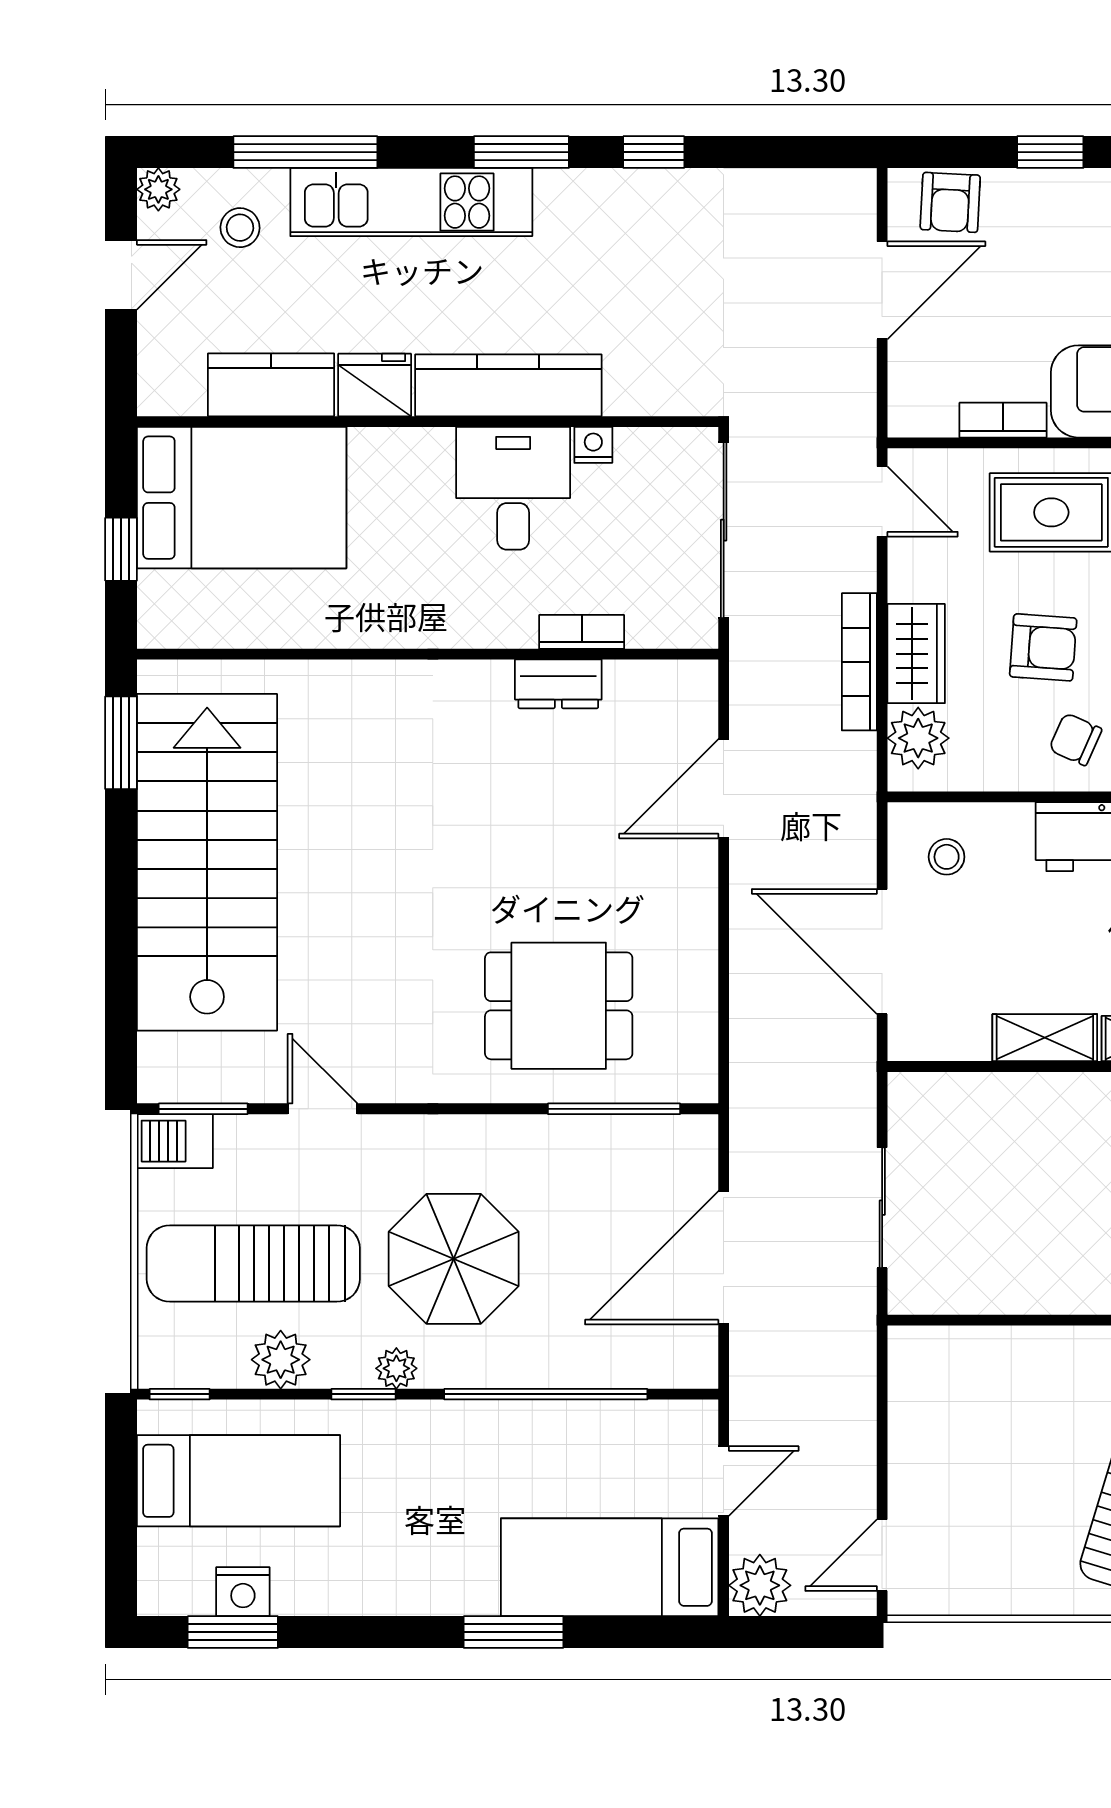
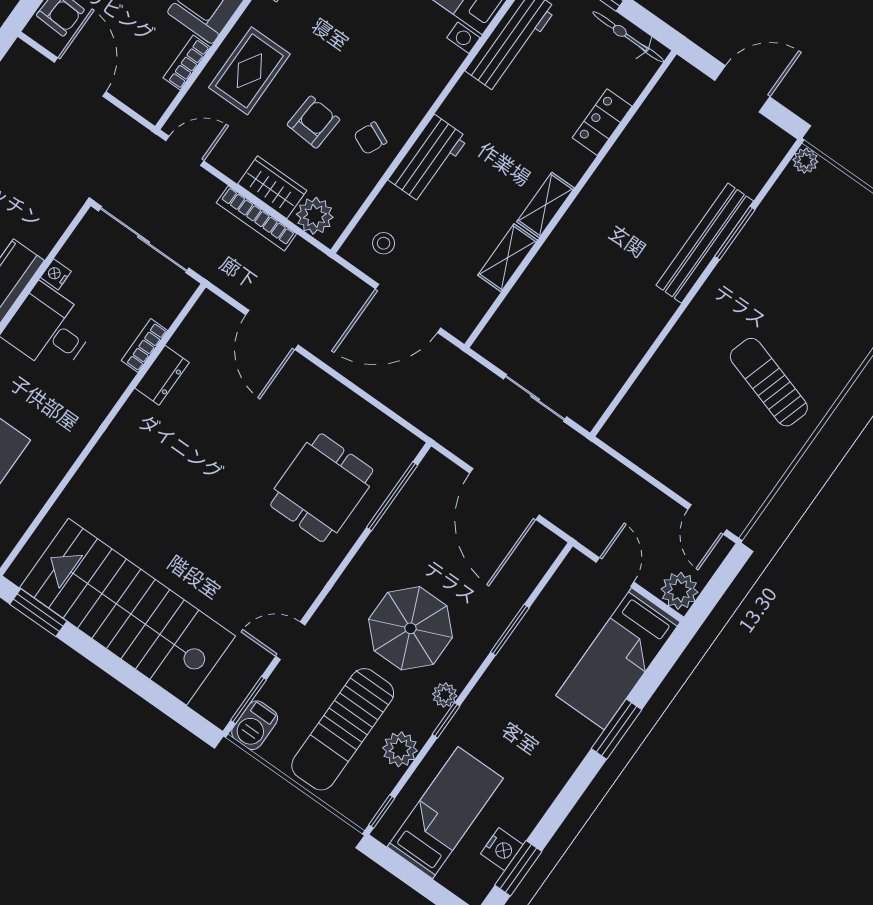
window: (546, 1394) -> (510, 630), width x0.47

